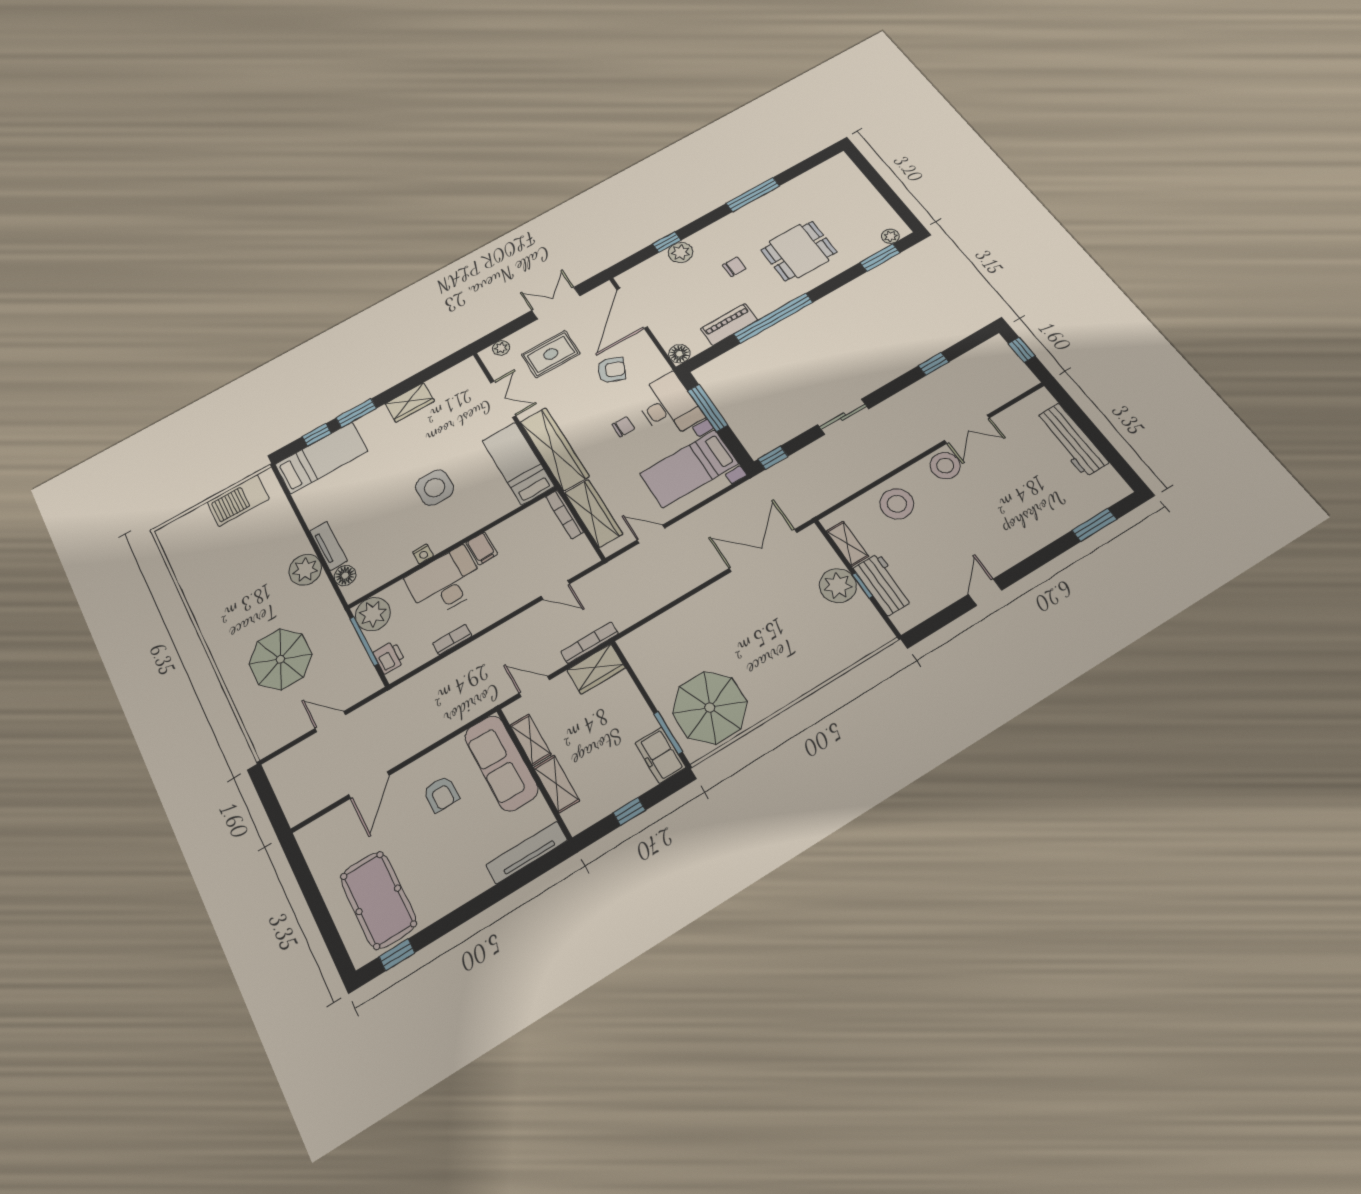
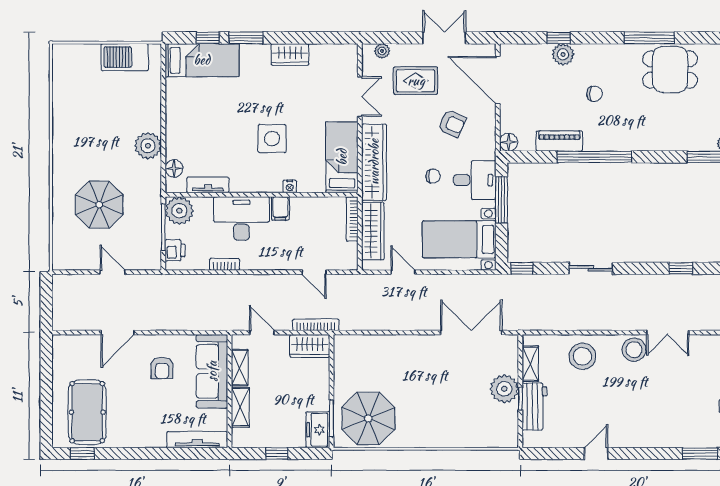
dining table: (799, 251) -> (670, 70), moved
door: (632, 308) -> (498, 80), hinge flipped
desk: (668, 406) -> (475, 180), width x0.73
tv unit: (328, 546) -> (208, 185), moved, turned -90
nightstand: (423, 554) -> (290, 186), moved

